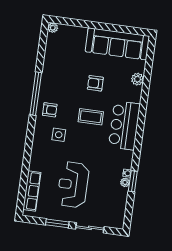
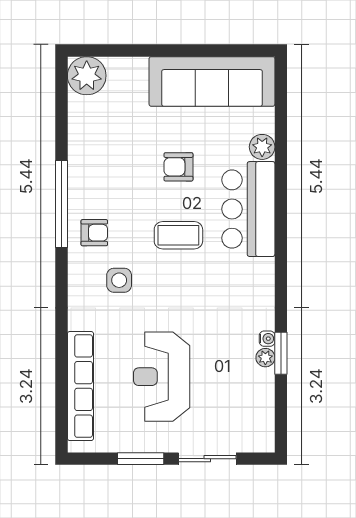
plant: (53, 28) -> (87, 76), width x1.88, depth x1.88
bar counter: (124, 125) -> (248, 209), moved
row of seats: (32, 191) -> (80, 386), width x1.36

